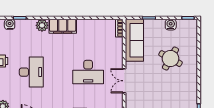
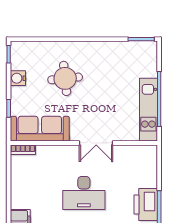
round table: (171, 59) -> (65, 78), turned -35
desk: (88, 72) -> (84, 193), turned 90

